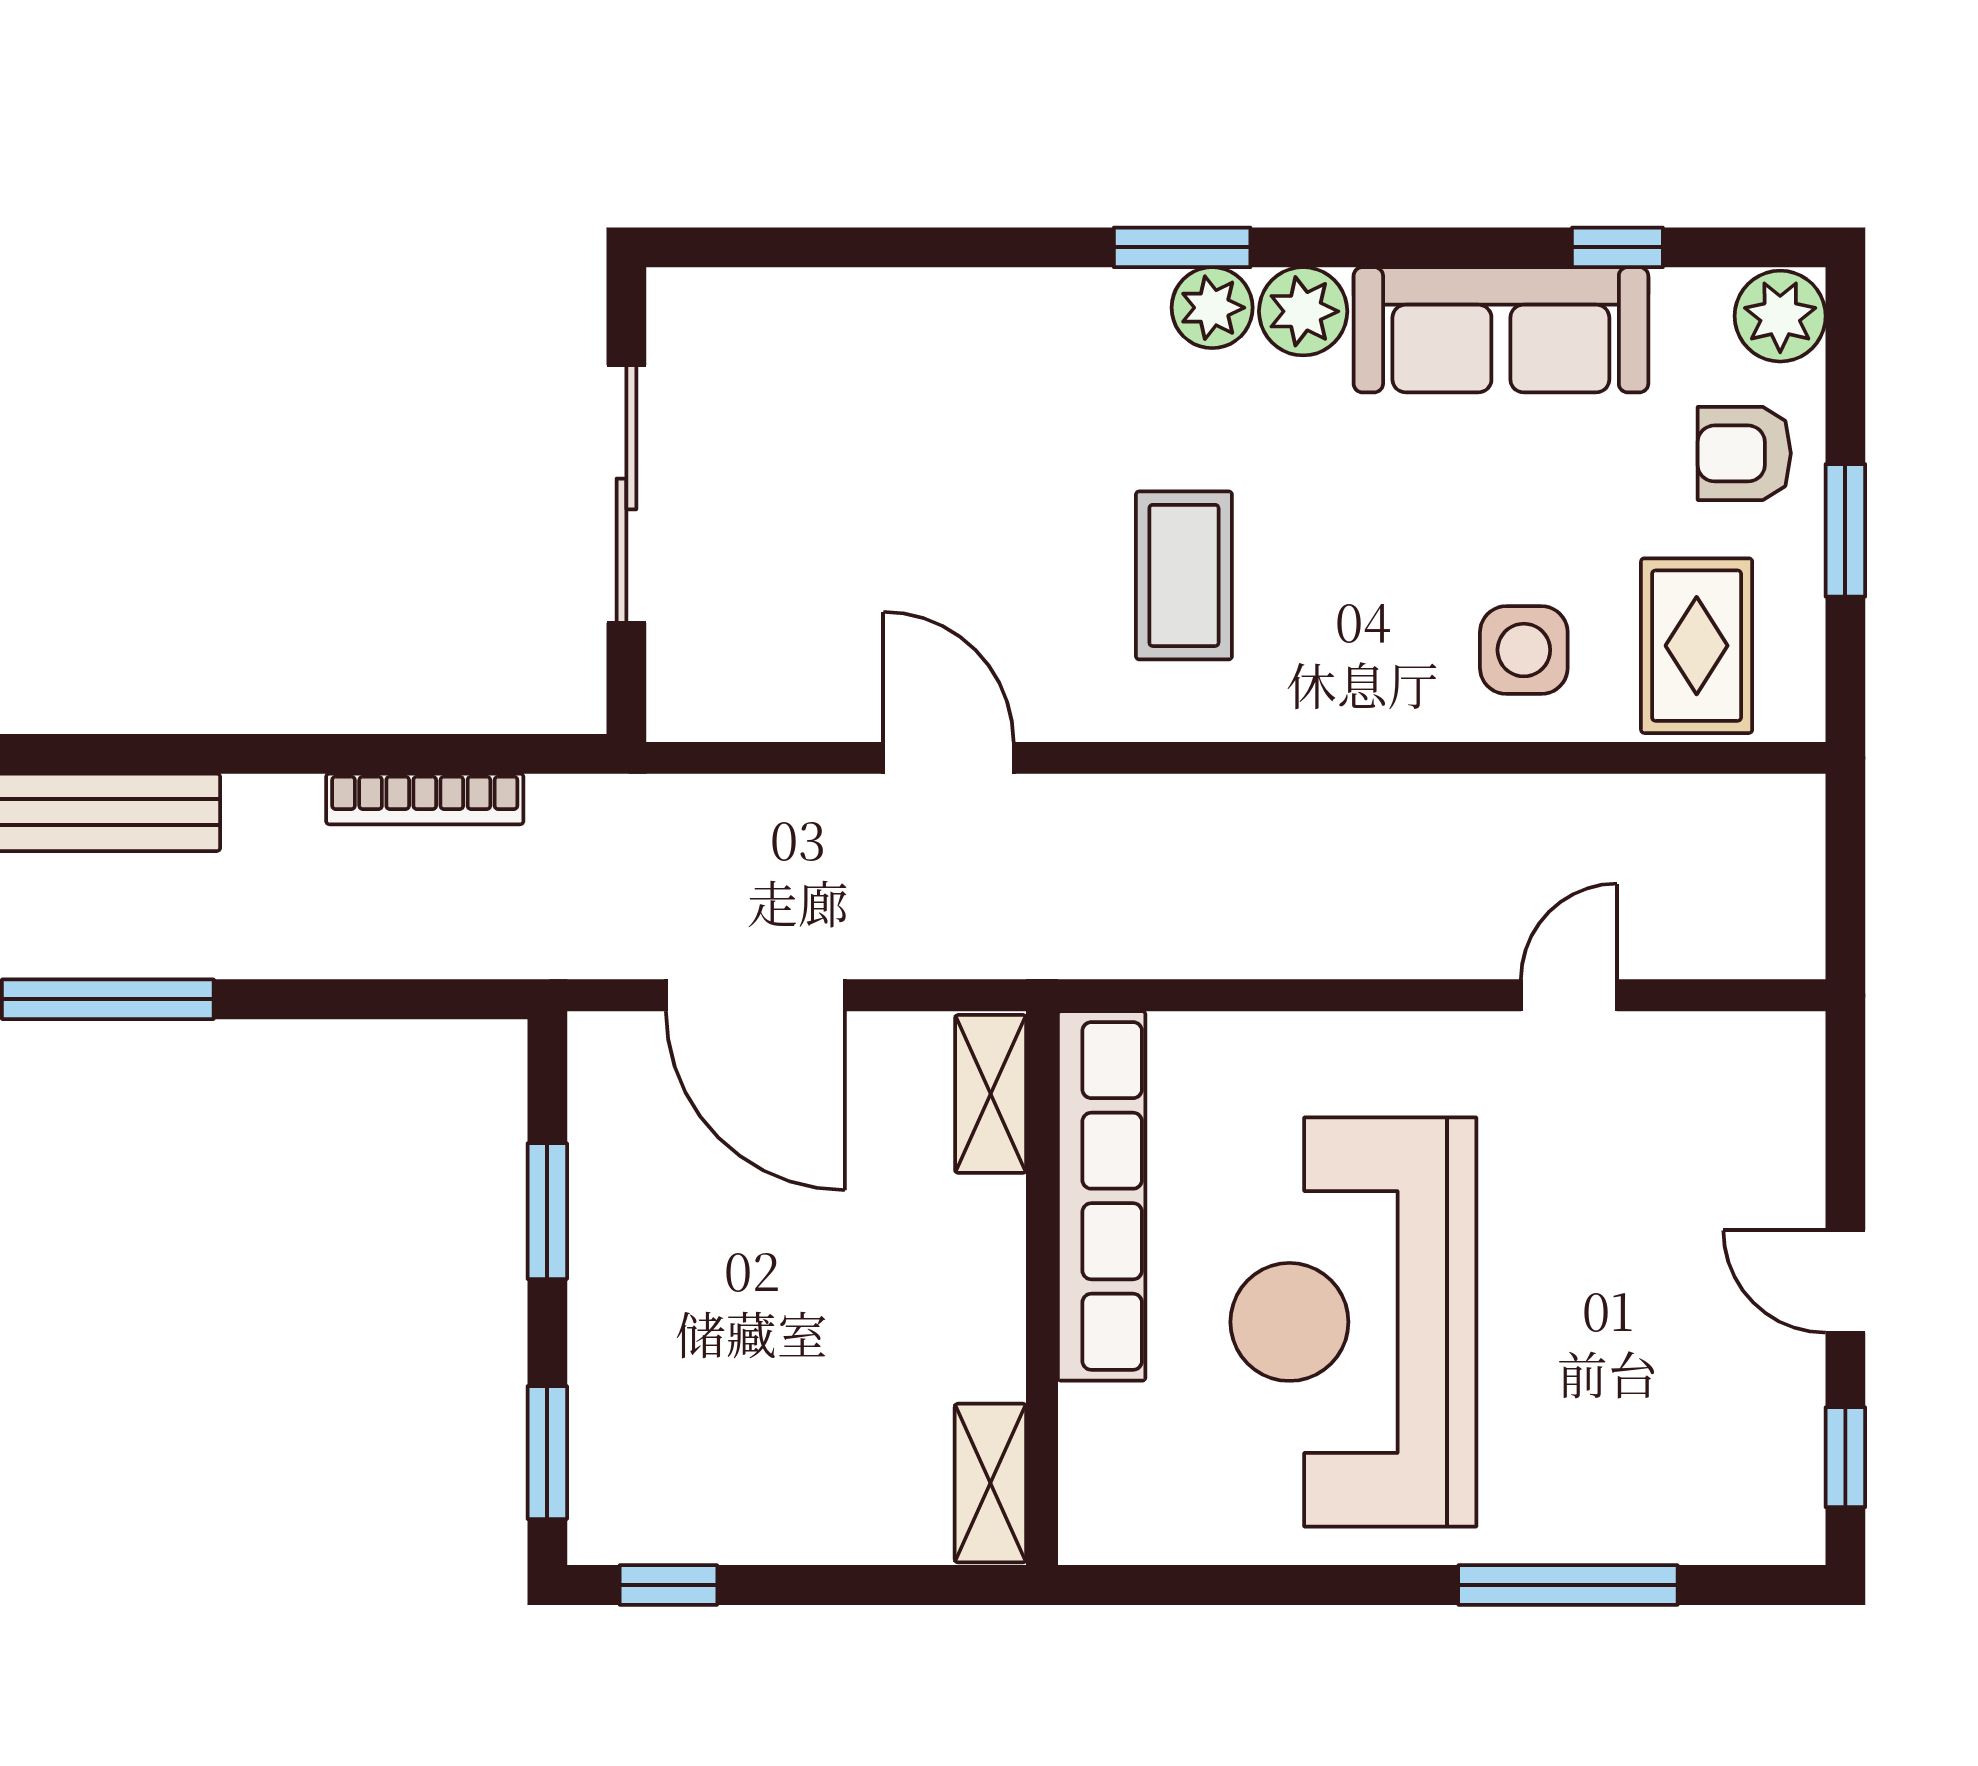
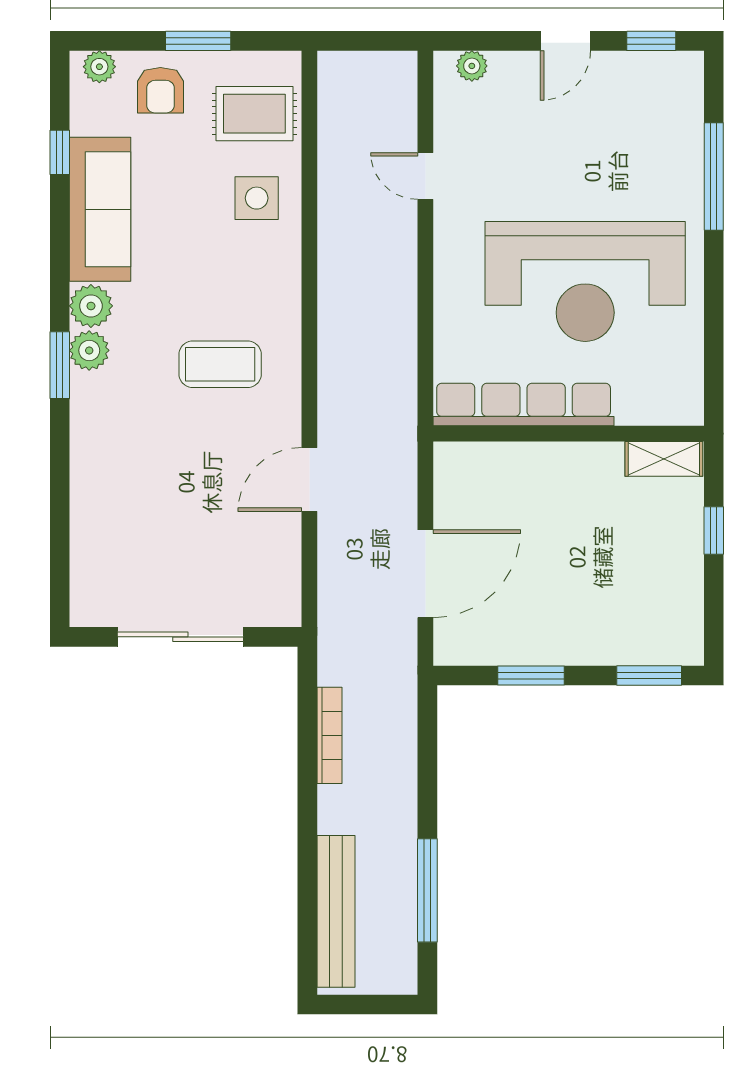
plant: (1780, 316) -> (99, 67), width x0.73, depth x0.73
plant: (1794, 1090) -> (472, 66), added
shelving: (991, 1094) -> (474, 459), removed
window: (668, 1585) -> (714, 530), moved

